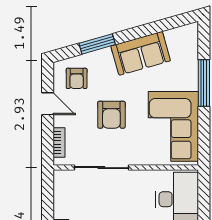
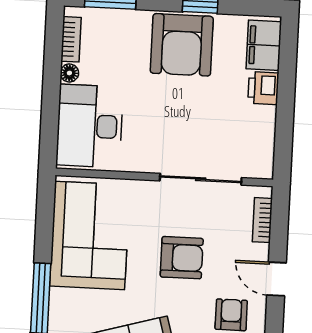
armchair: (111, 115) -> (182, 258), turned 90

